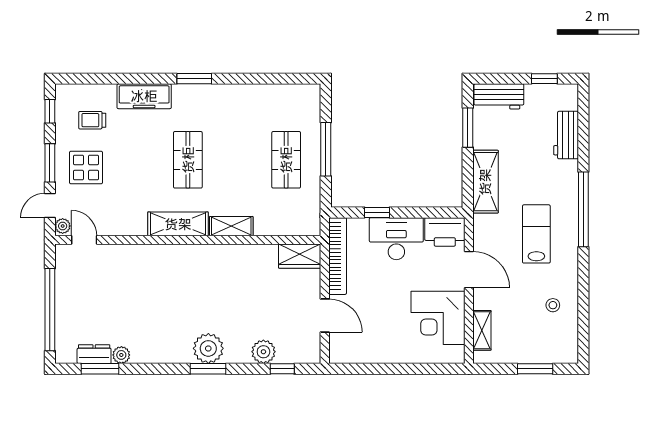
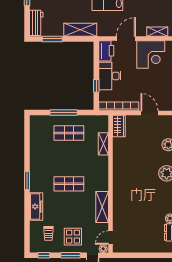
shelving: (178, 224) -> (102, 207), moved
shelving: (231, 226) -> (103, 144), moved
window: (50, 310) -> (147, 255), removed
door: (325, 316) -> (150, 113), hinge flipped

